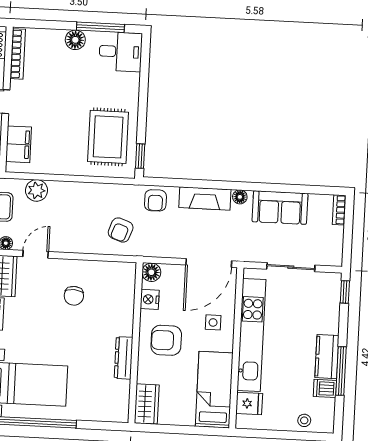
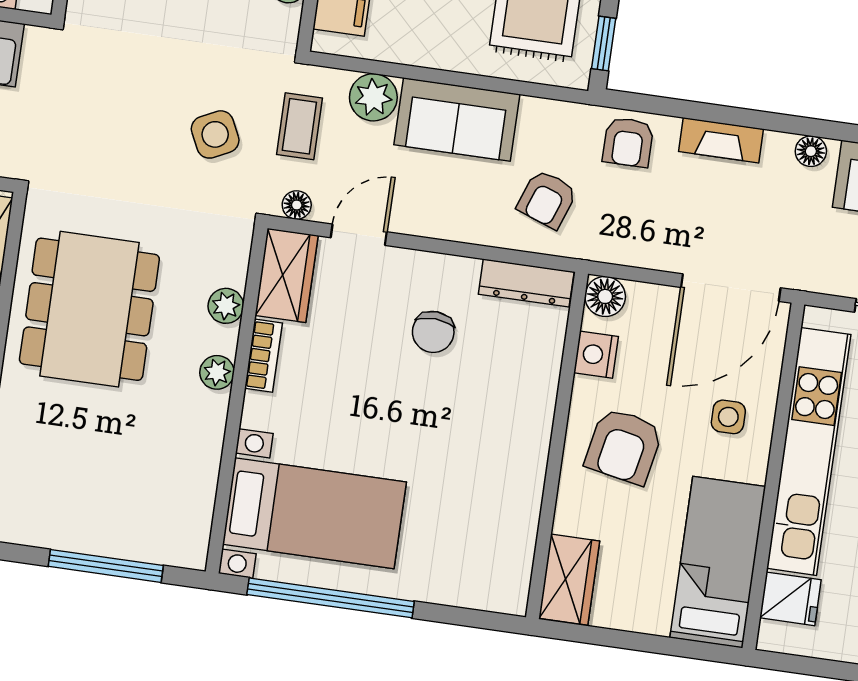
sofa: (76, 197) -> (457, 120), added
fireplace: (205, 199) -> (721, 140), width x0.73, depth x0.76
armchair: (166, 340) -> (624, 446), turned -79
dresser: (124, 358) -> (526, 283), moved, turned -90

